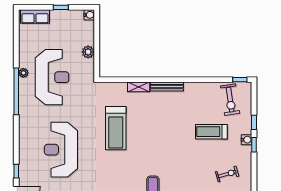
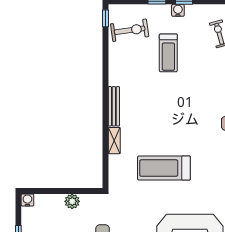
treadmill: (116, 128) -> (164, 168), turned 180

